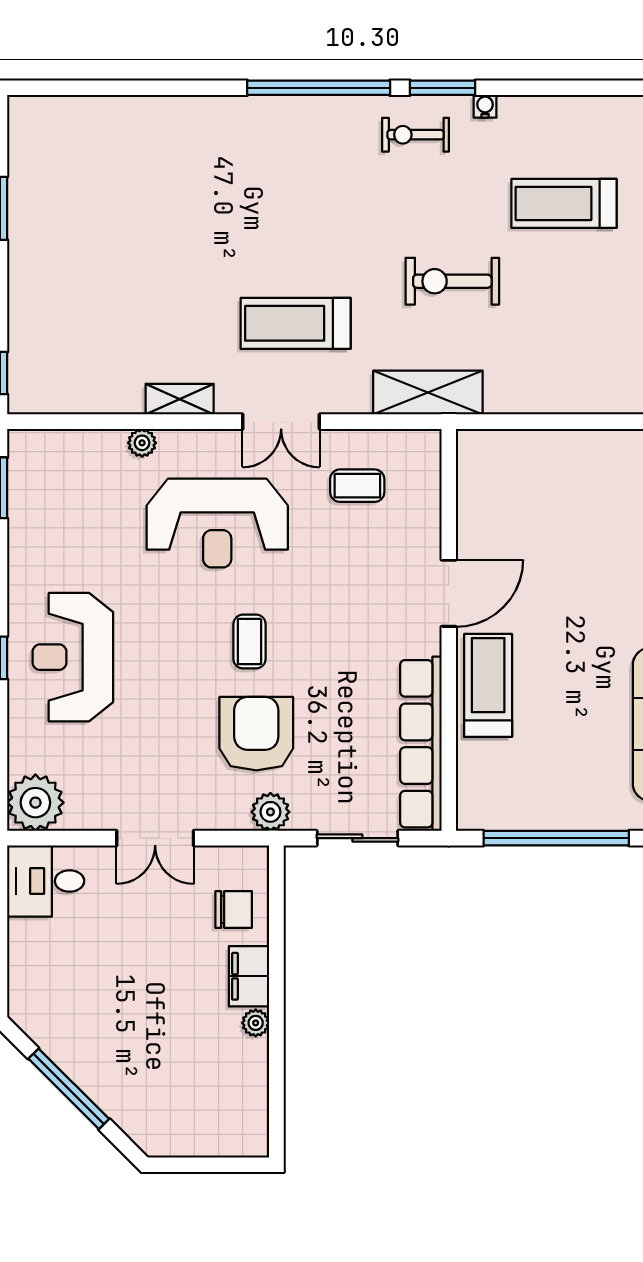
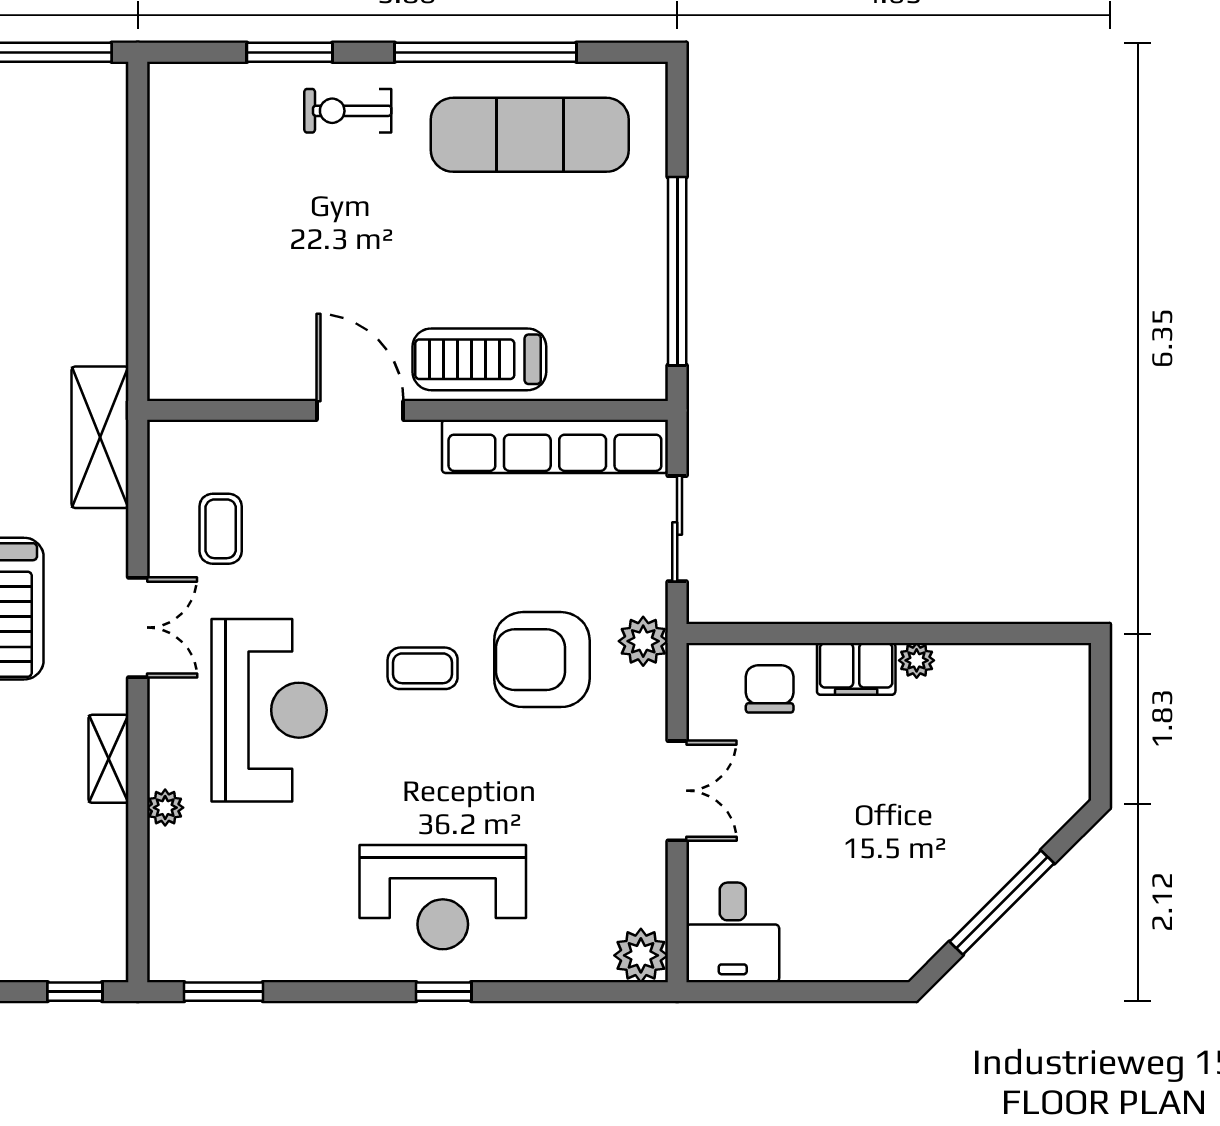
plant: (35, 803) -> (641, 955), width x0.73, depth x0.73

